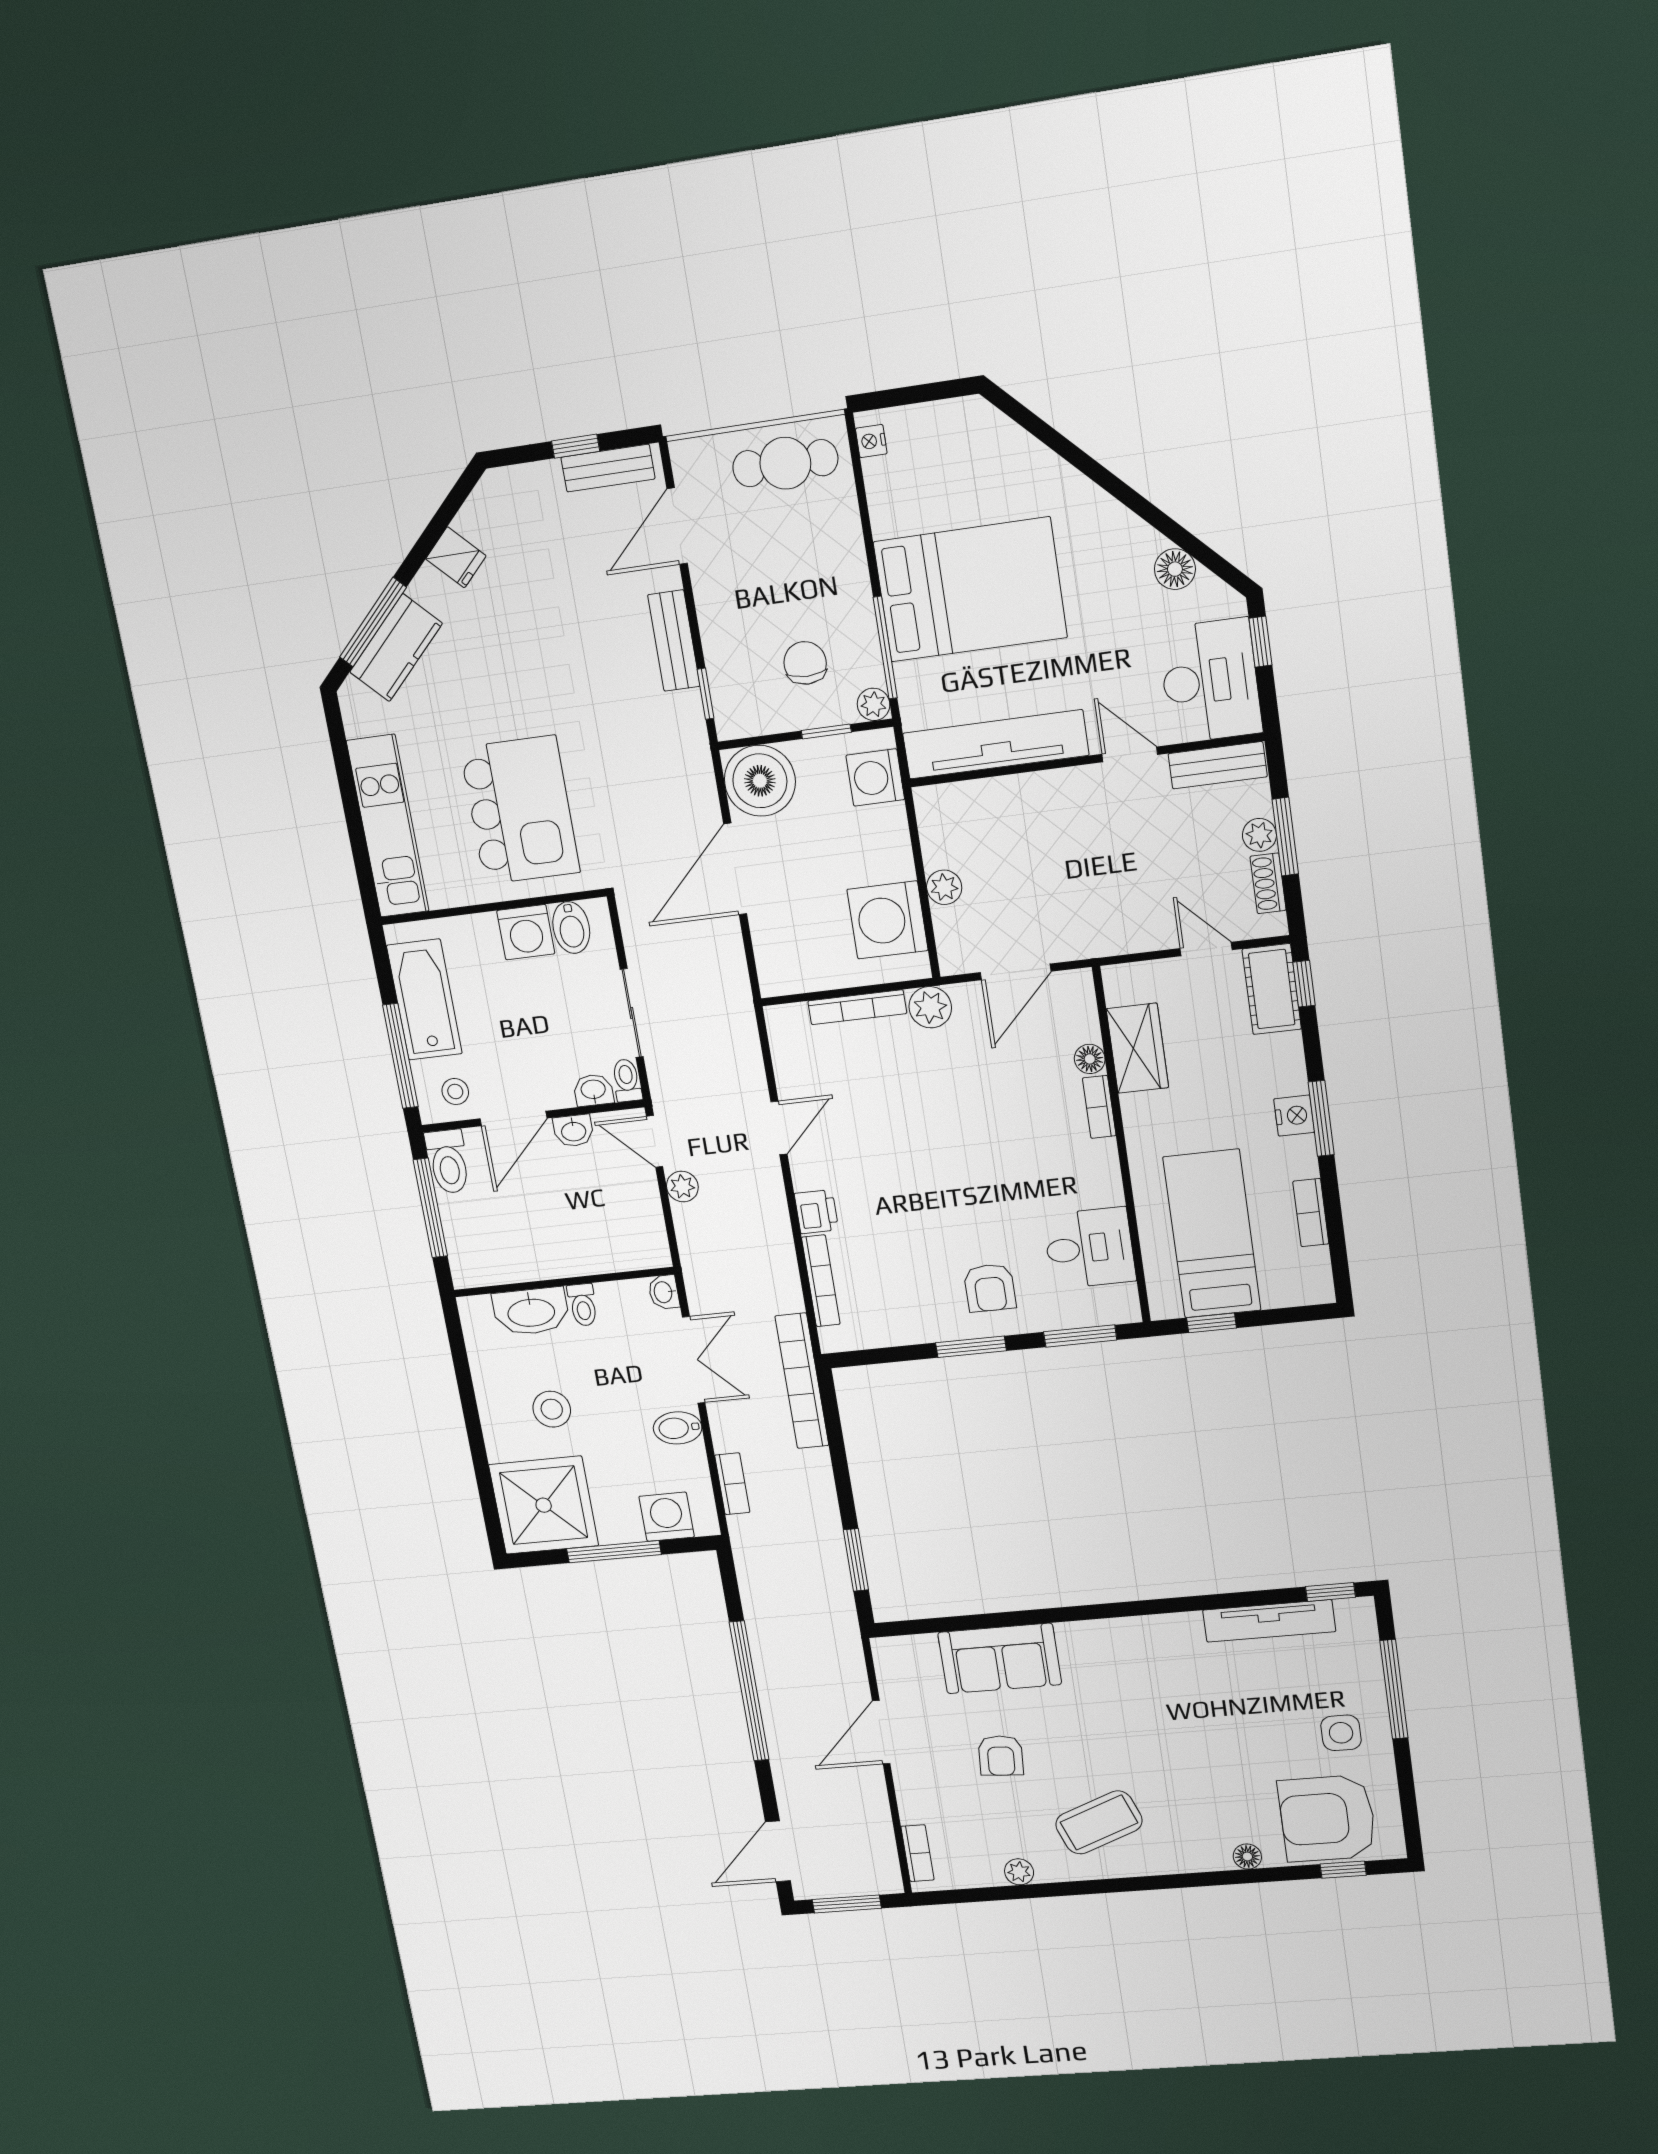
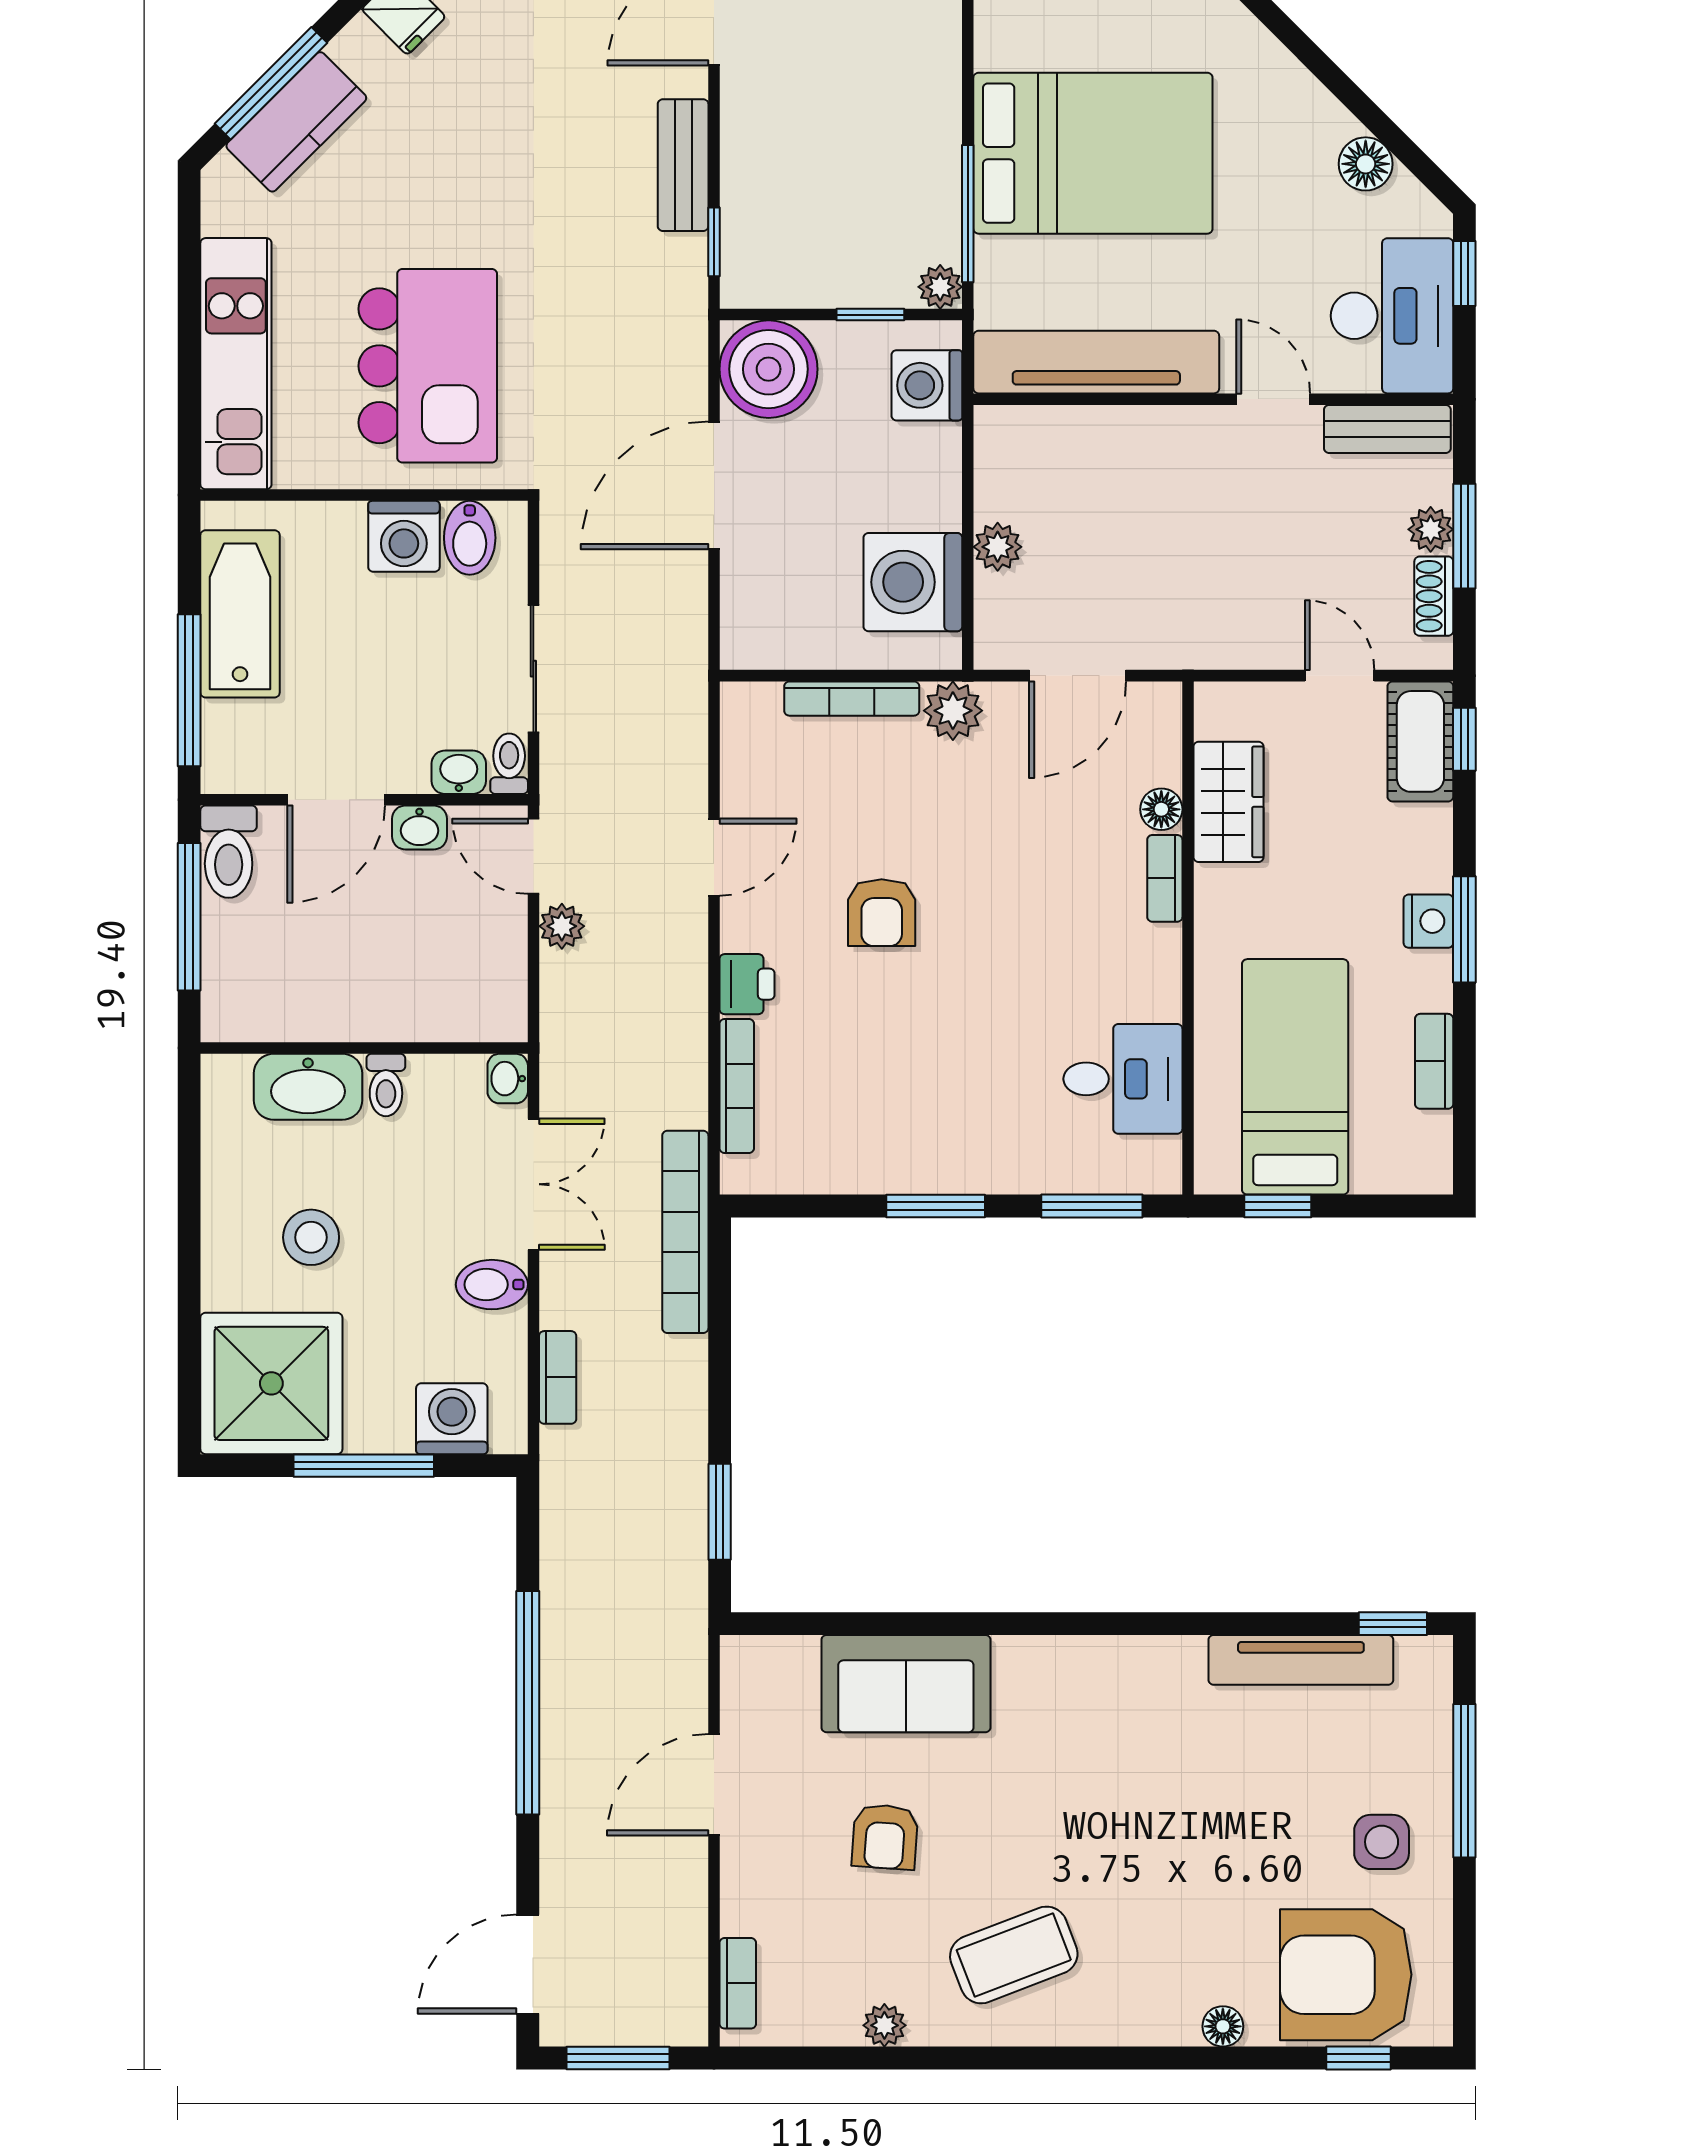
chair: (805, 663) -> (857, 219), removed
stool: (455, 1092) -> (259, 751), removed
armchair: (990, 1288) -> (882, 913), moved

